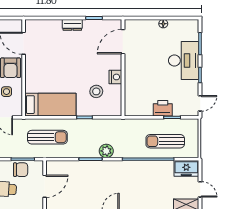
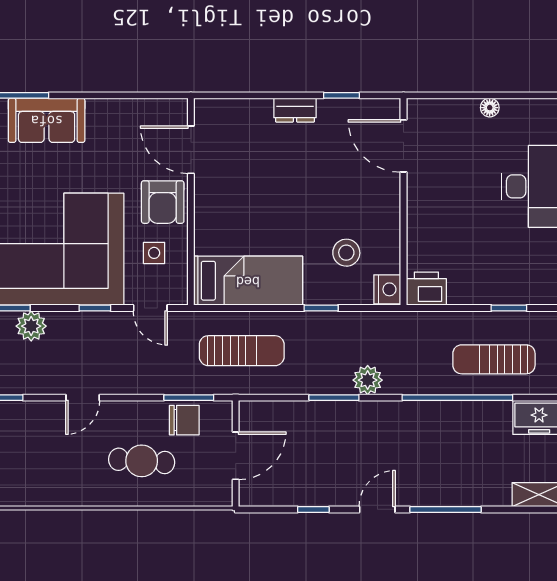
door: (123, 42) -> (403, 146), hinge flipped
nightstand: (115, 77) -> (387, 289), moved
printer: (163, 108) -> (426, 289), moved

